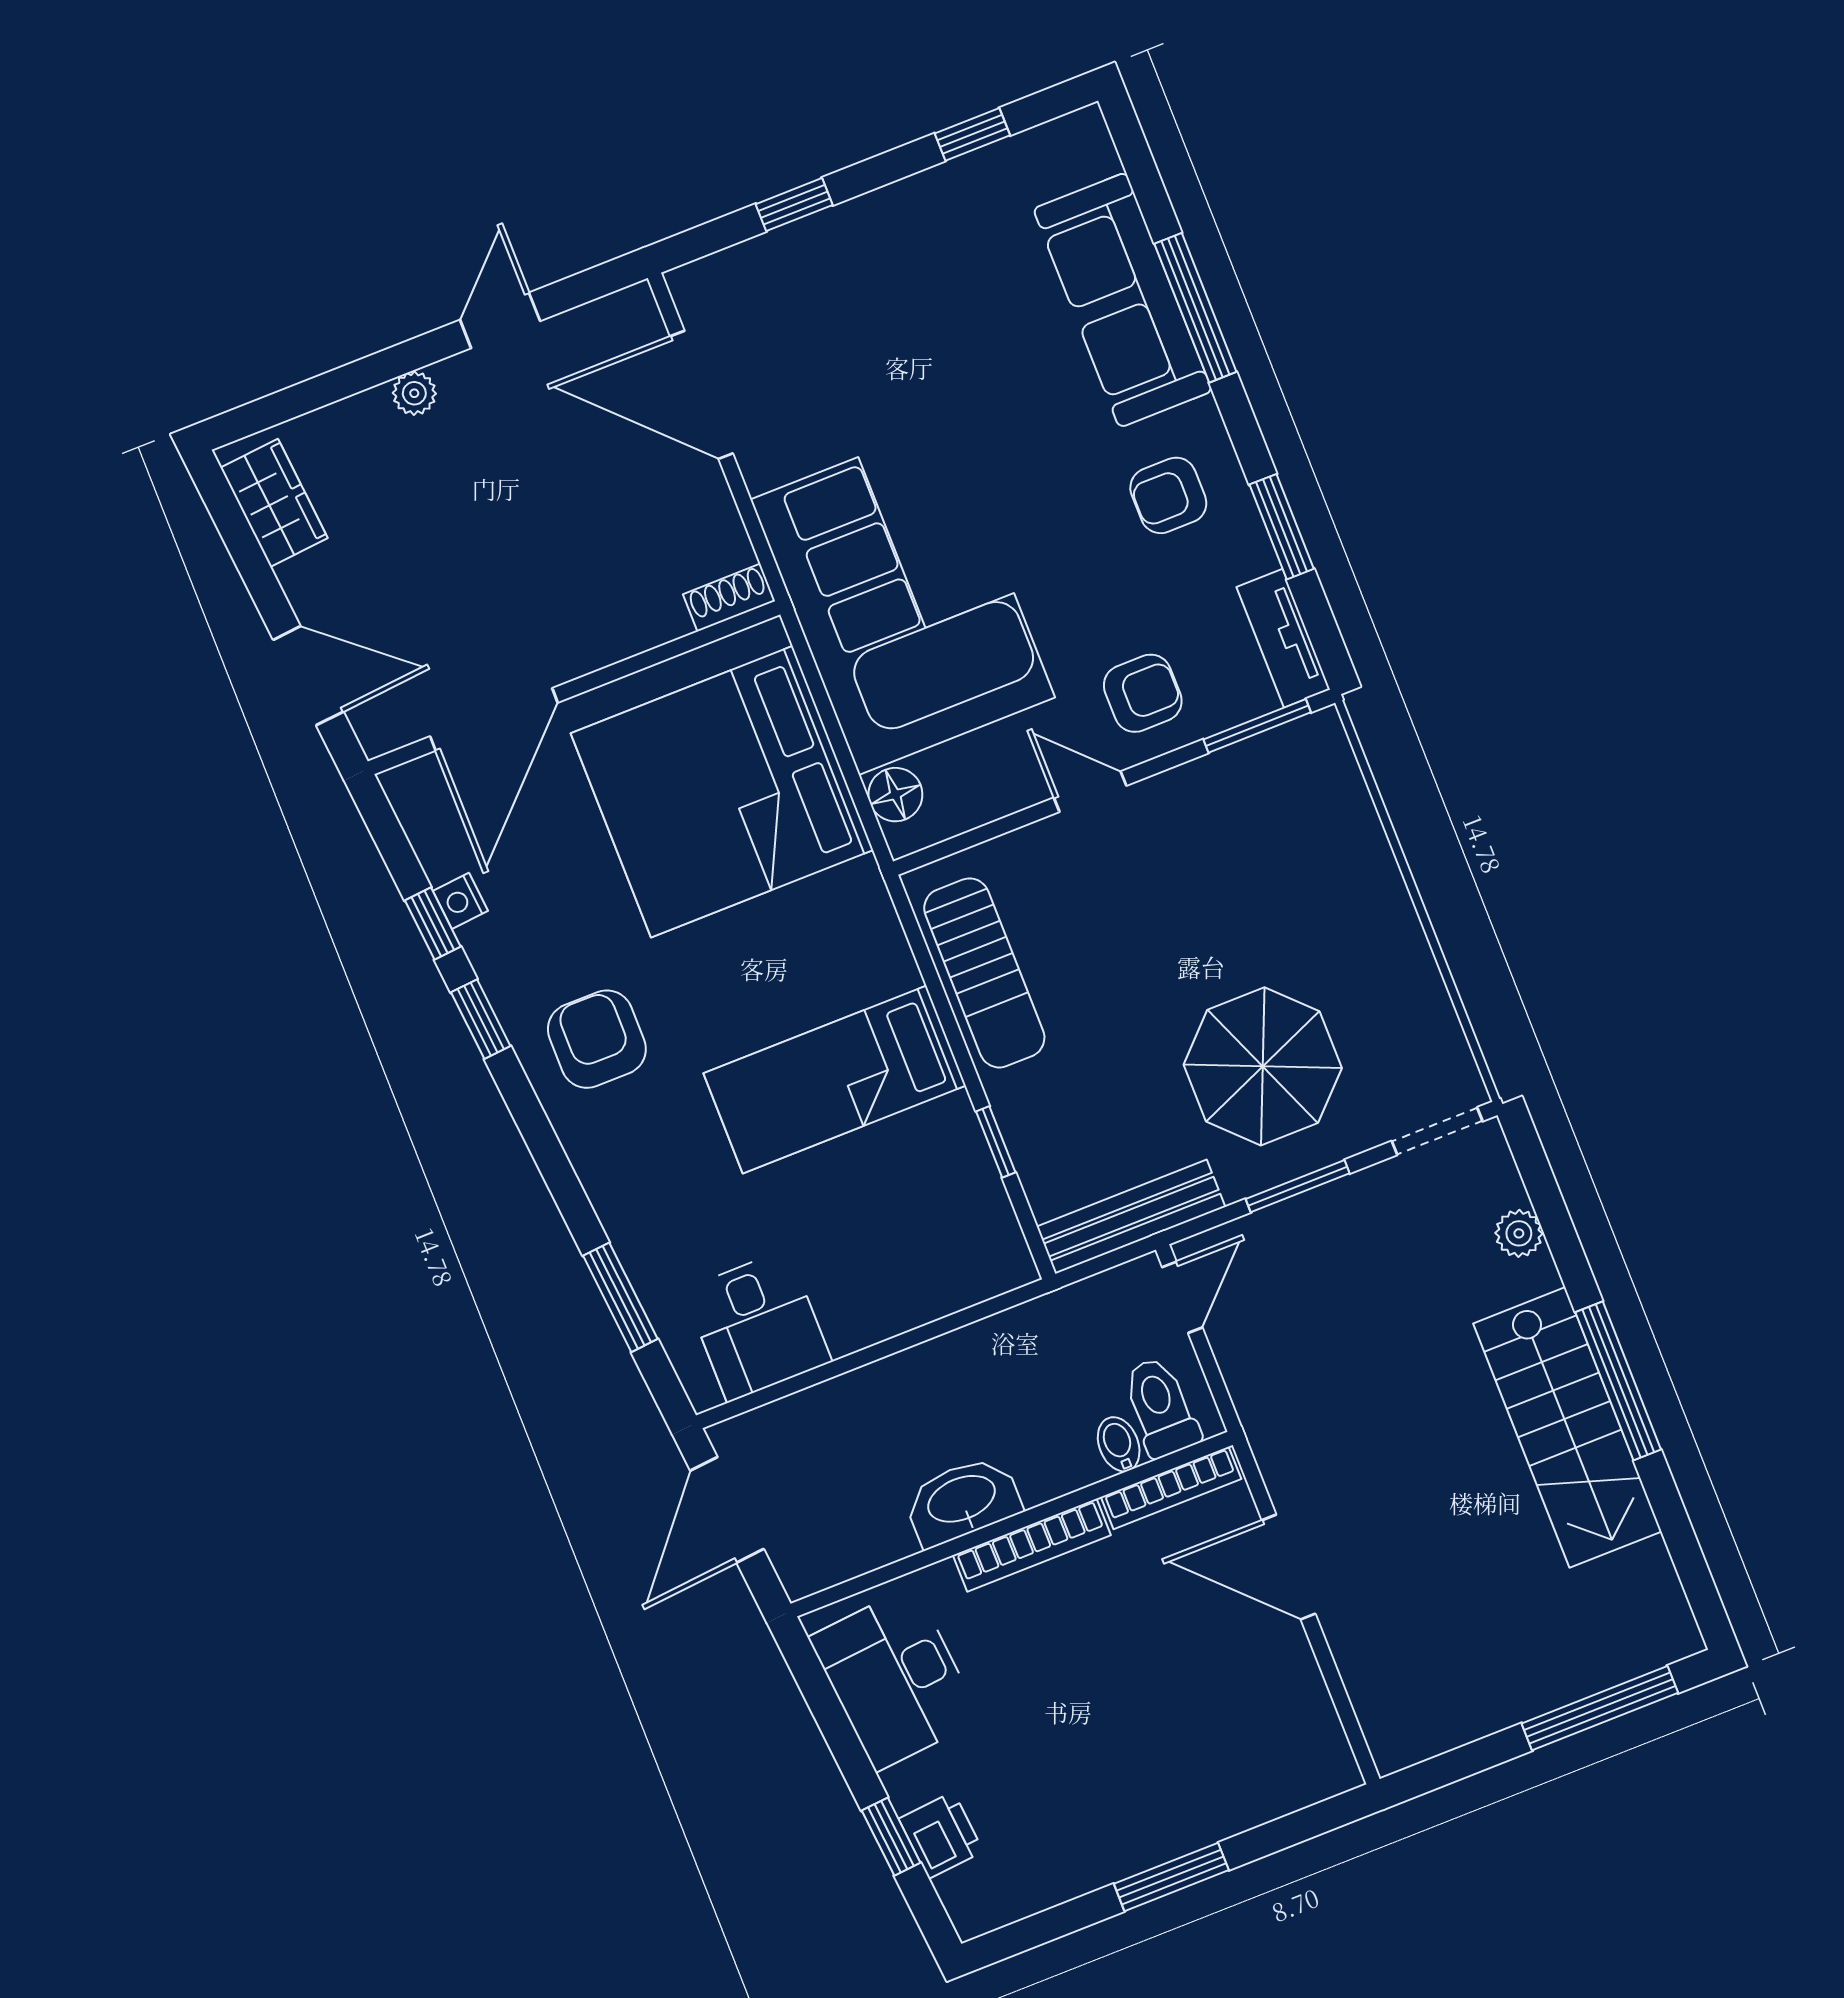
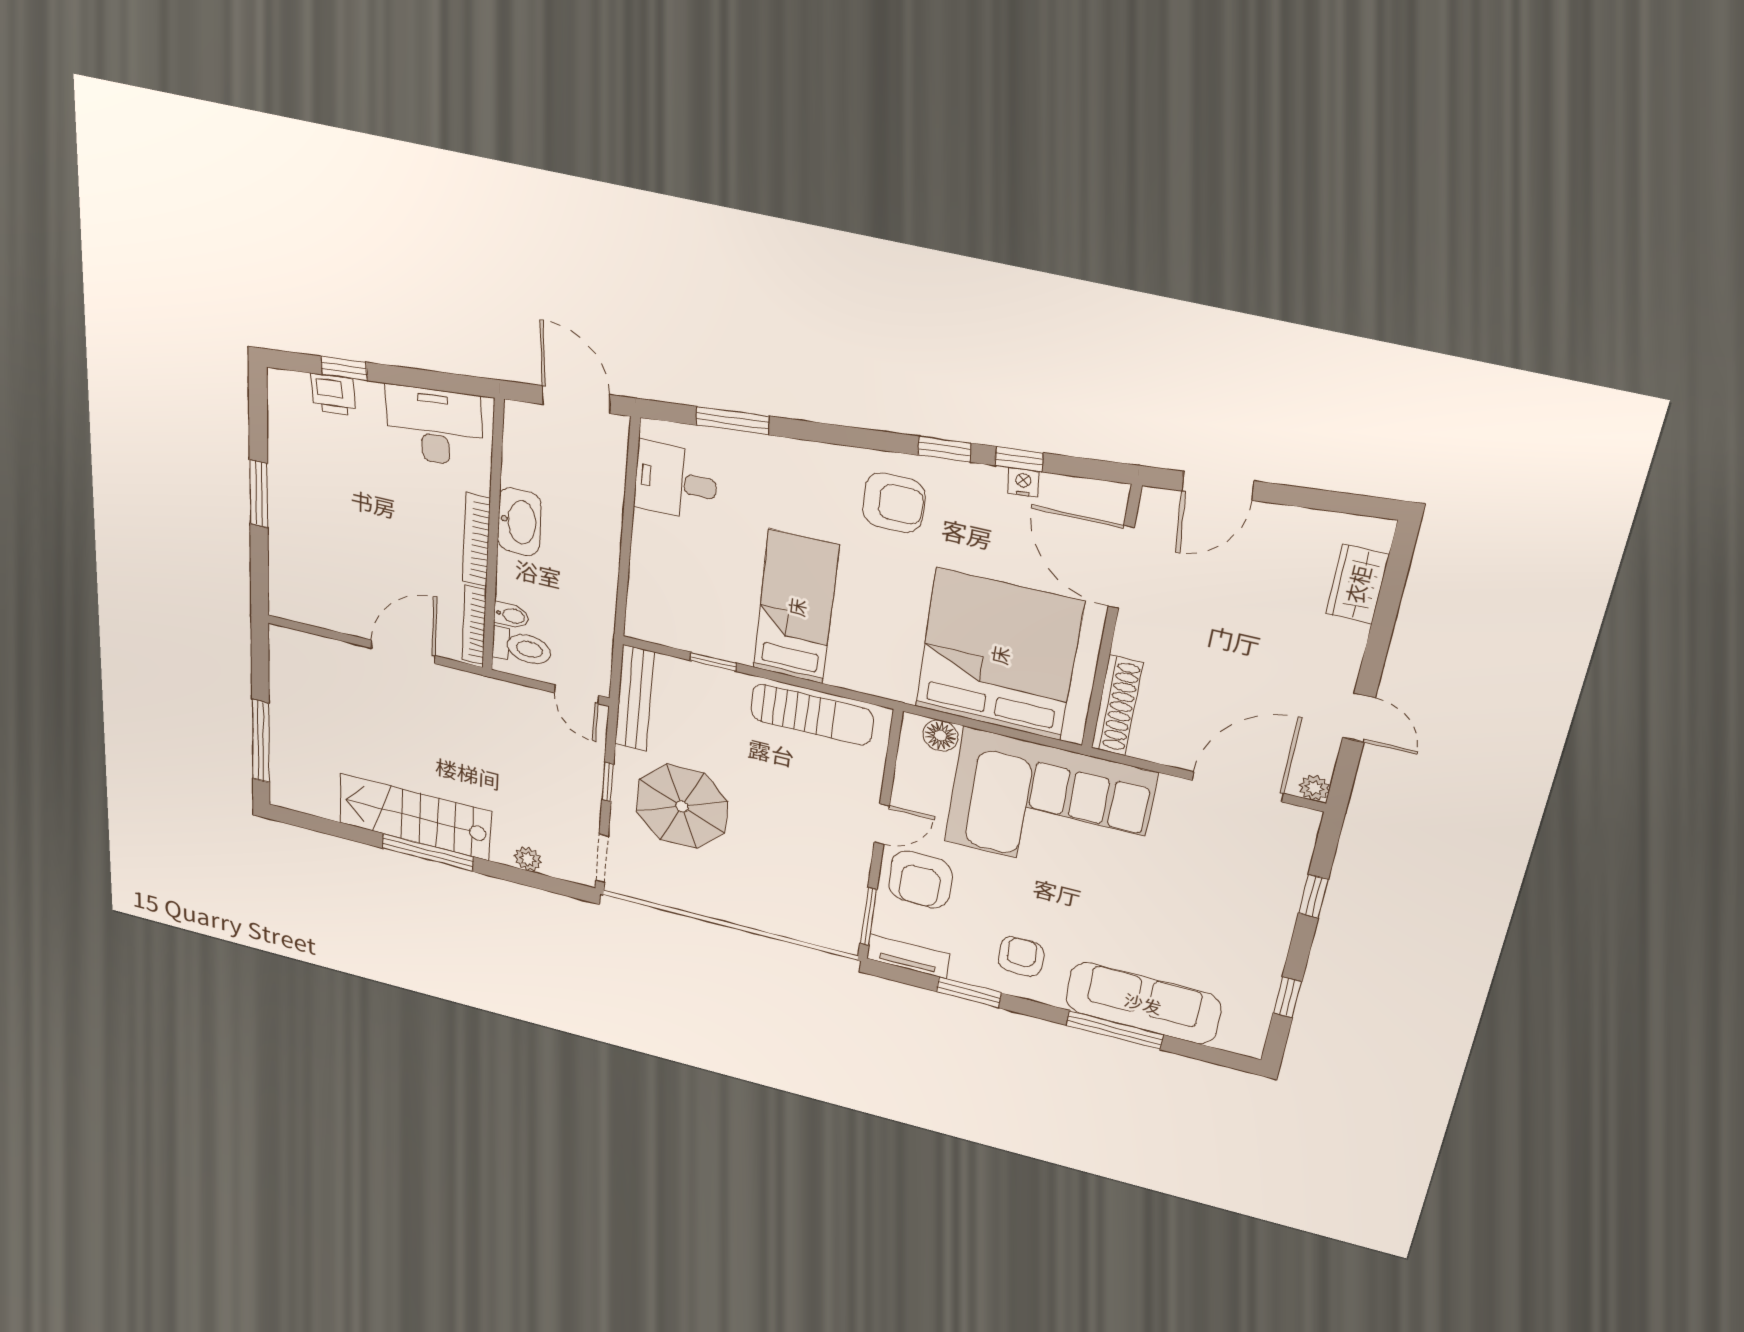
plant: (414, 393) -> (1314, 788), moved
wardrobe: (274, 503) -> (1357, 584), moved, turned 95
shoe rack: (729, 598) -> (1117, 706), width x1.94, depth x1.24
armchair: (1143, 693) -> (920, 880), width x1.38, depth x1.38
sun lounger: (984, 973) -> (812, 715), turned 180
window: (1298, 1186) -> (608, 782), width x0.67

